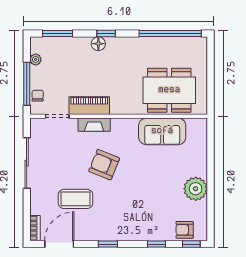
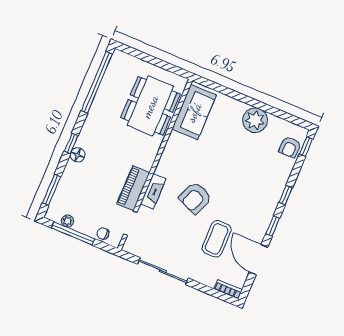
window: (27, 84) -> (73, 233), moved
sofa: (162, 131) -> (194, 112), moved
door: (59, 244) -> (259, 260), moved
window: (157, 244) -> (286, 195), moved

